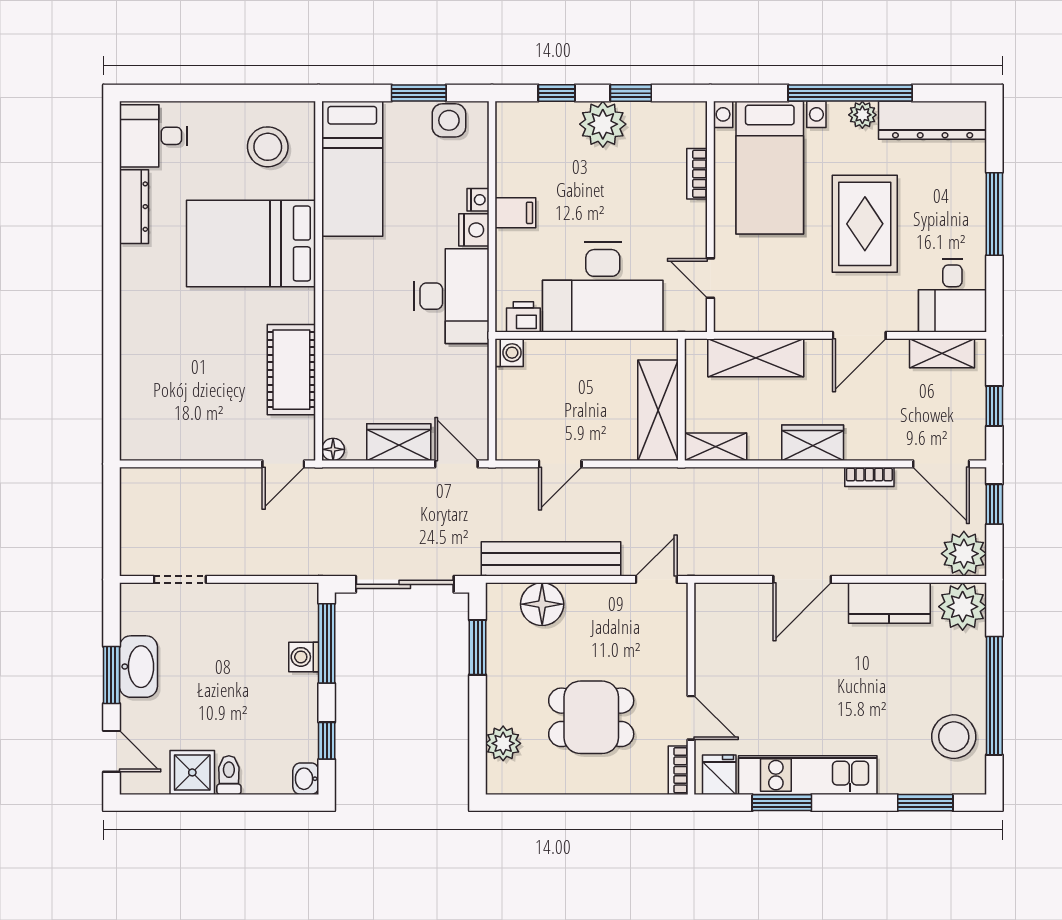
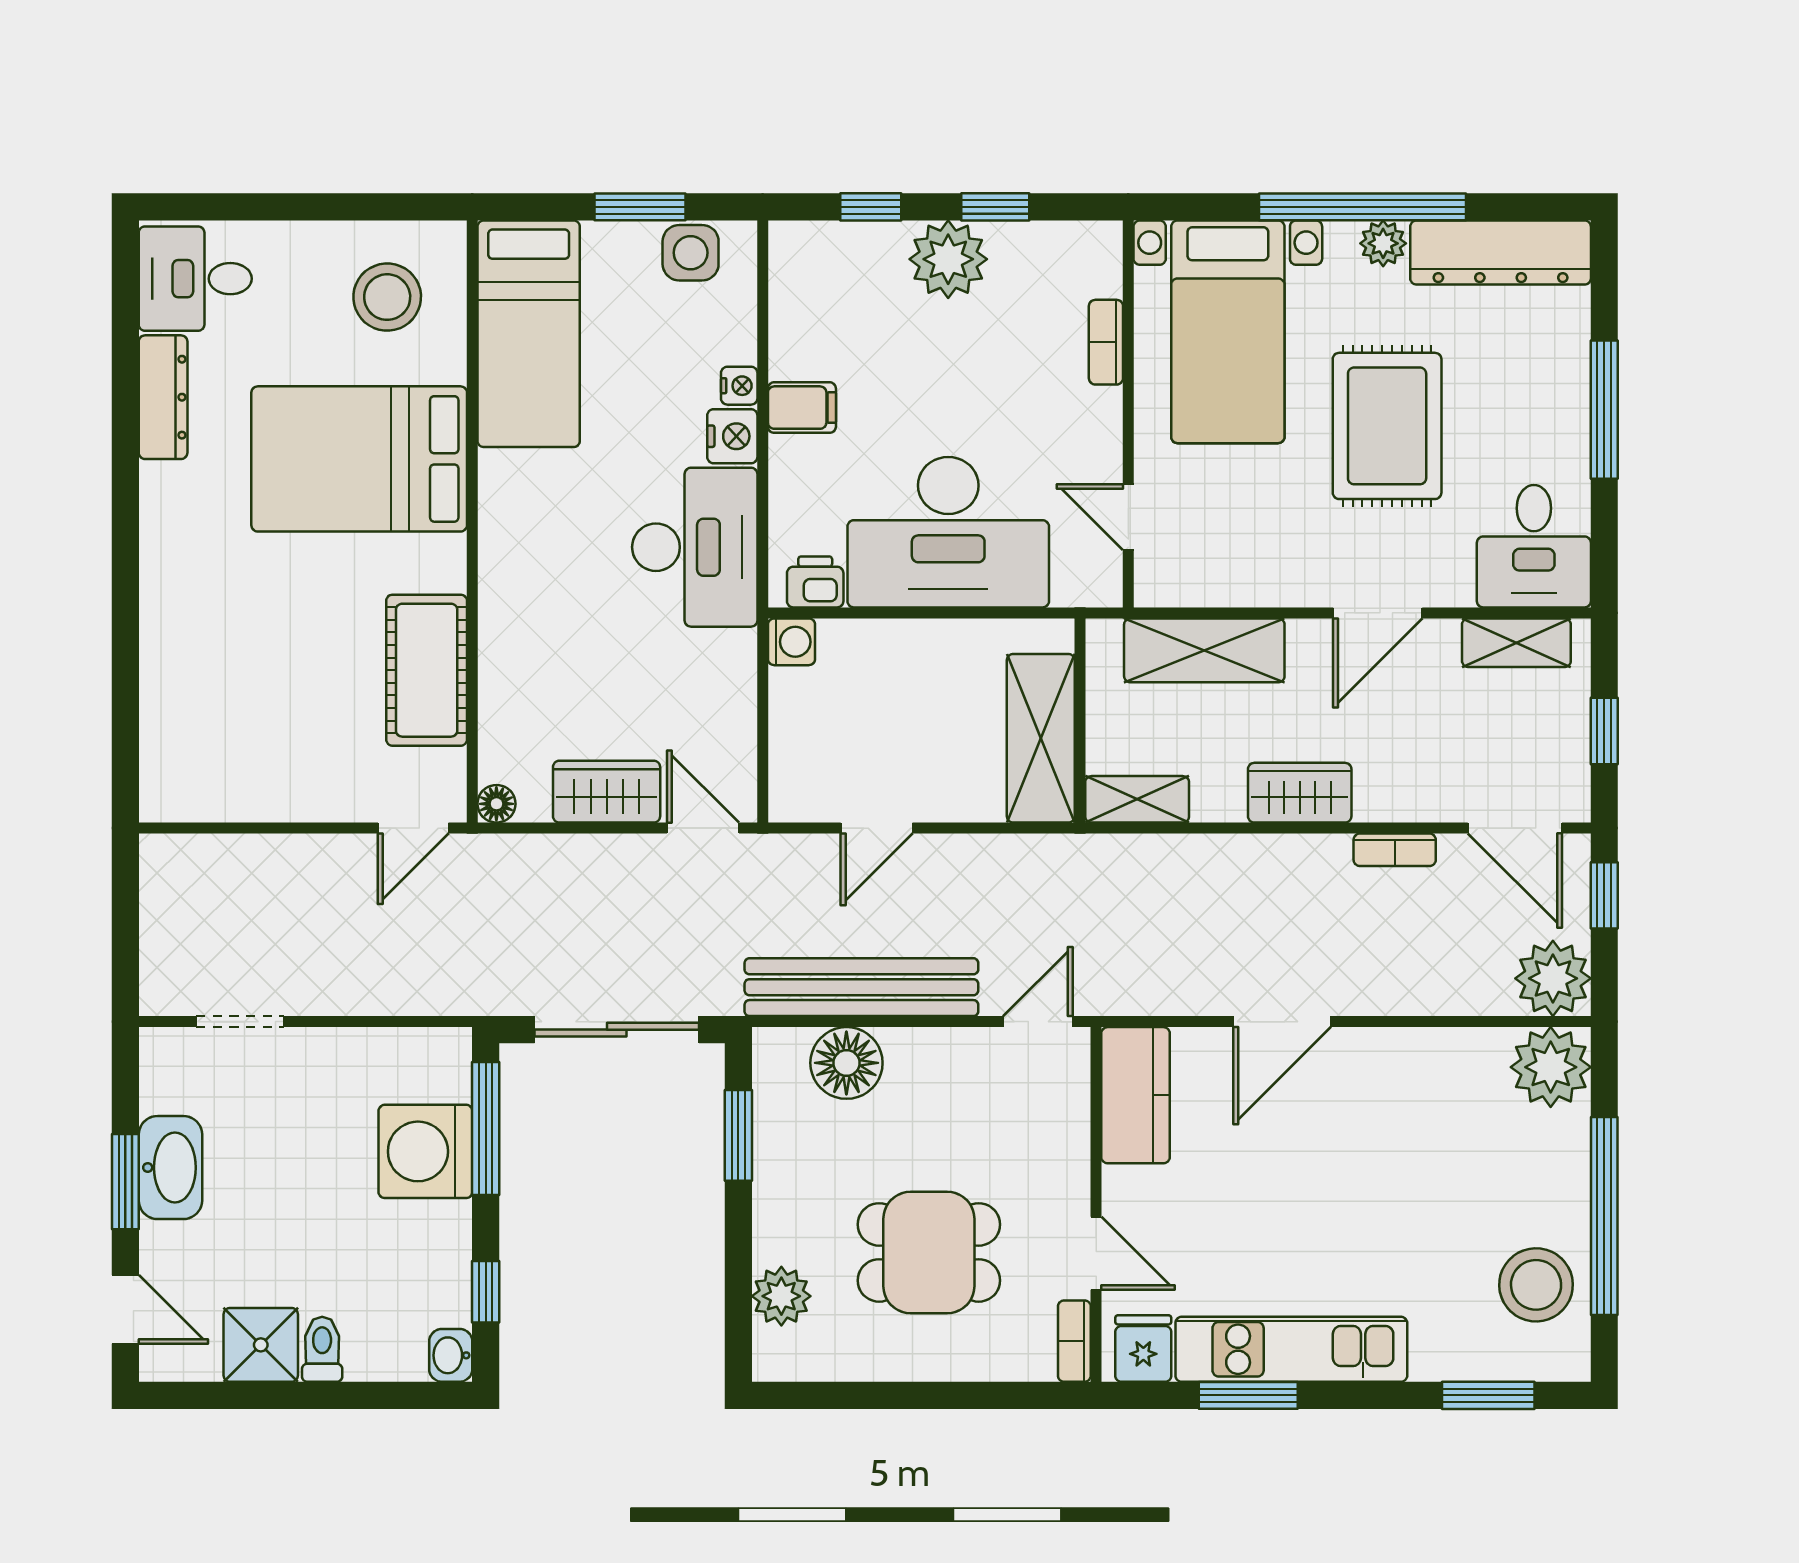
kitchen counter: (889, 603) -> (1136, 1095), moved, turned -90
washing machine: (304, 657) -> (425, 1151), width x1.89, depth x1.89

